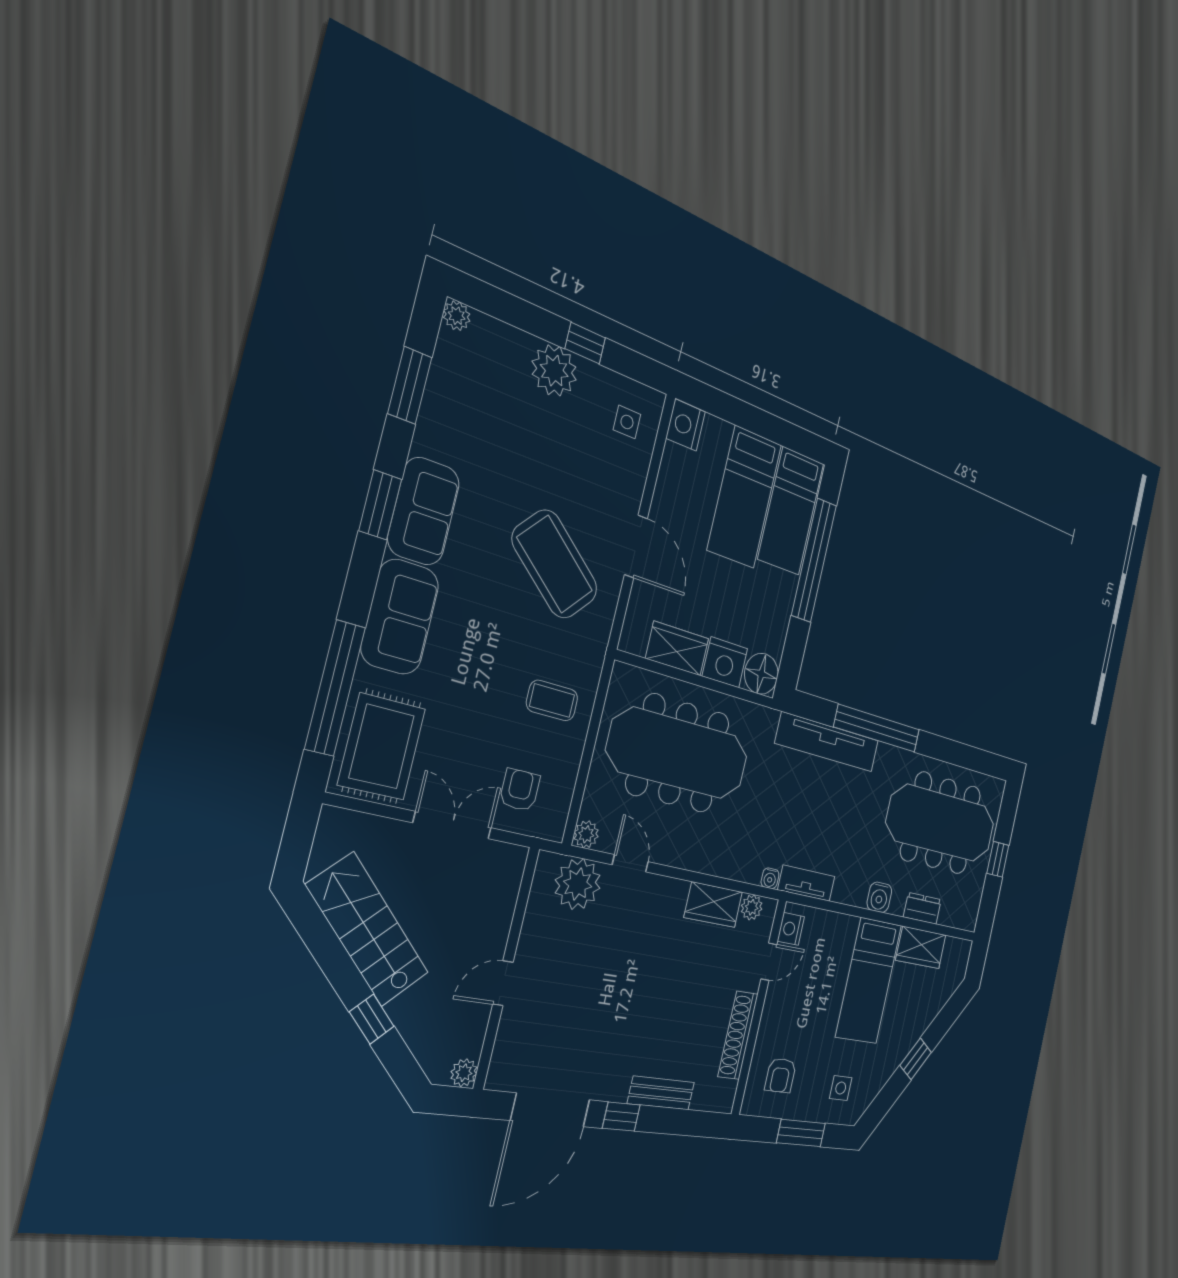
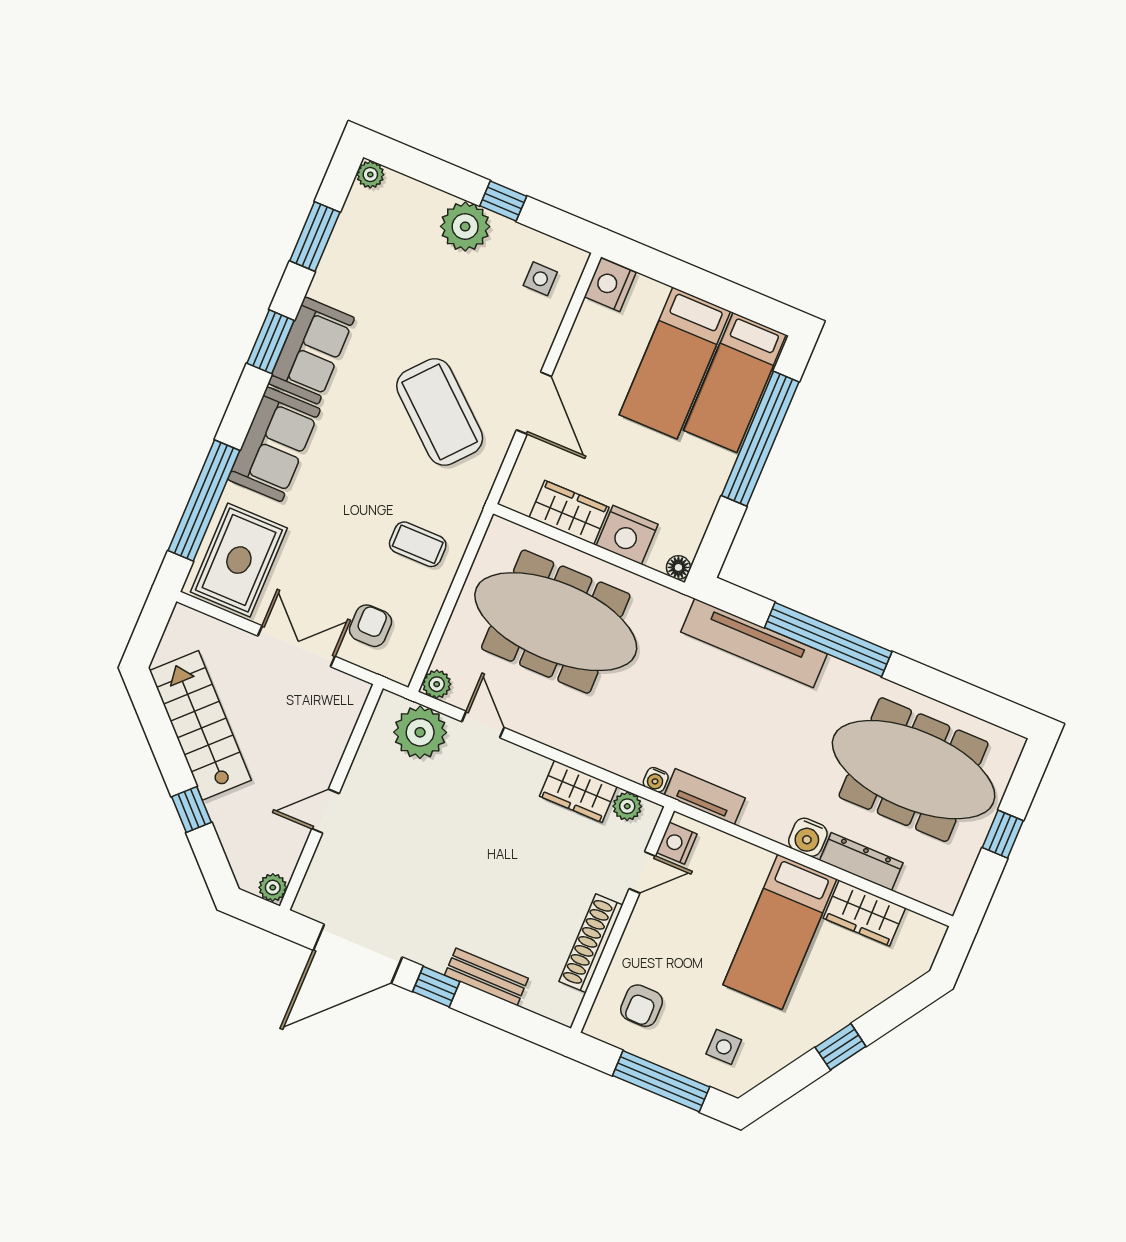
floor lamp: (761, 674) -> (678, 567), width x0.53, depth x0.53
dresser: (922, 908) -> (861, 862), width x1.44
window: (801, 1133) -> (661, 1081), width x1.44

